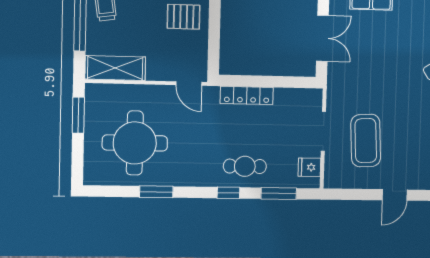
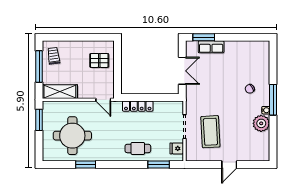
window: (228, 193) -> (128, 165), removed

